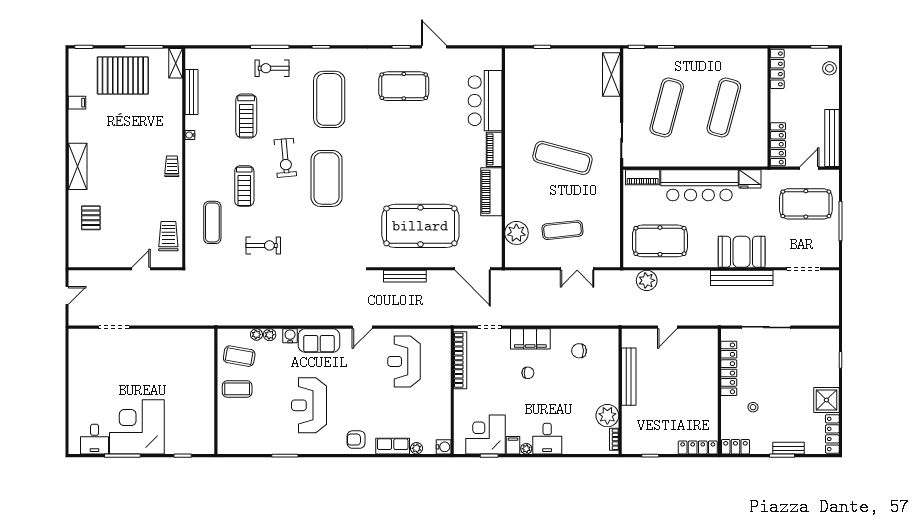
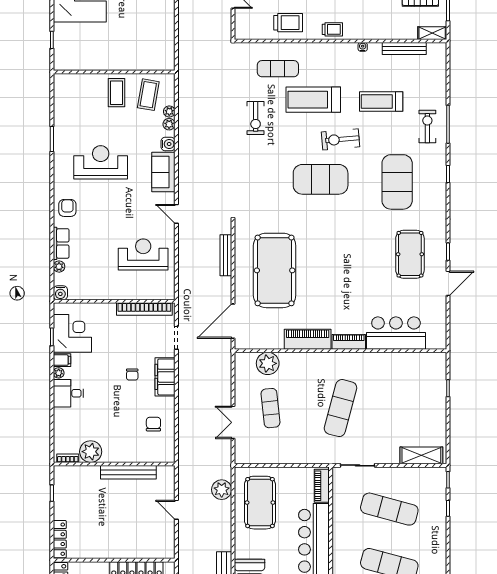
exercise mat: (329, 99) -> (397, 182), turned 90
treadmill: (244, 186) -> (313, 100), width x1.37, depth x1.38
trolley: (168, 236) -> (288, 23), moved

